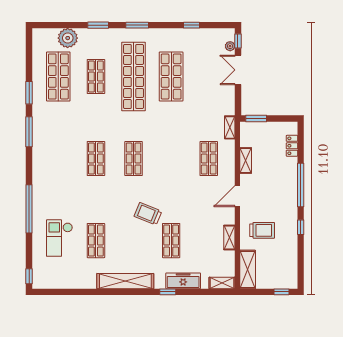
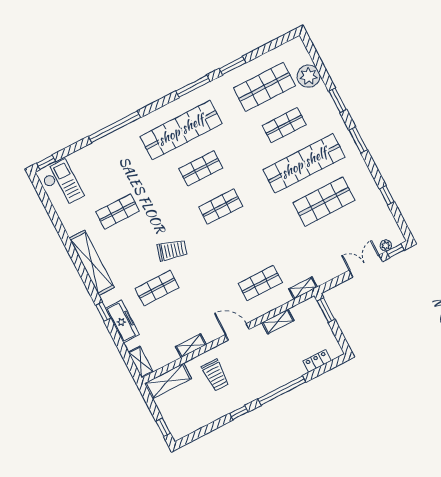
shop shelf: (58, 159) -> (181, 130), added
trolley: (148, 214) -> (172, 250), turned 84
checkout: (59, 238) -> (62, 184), moved, turned 90

